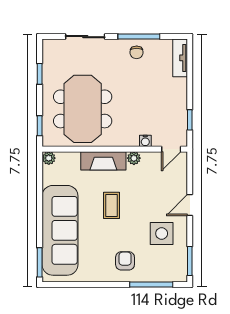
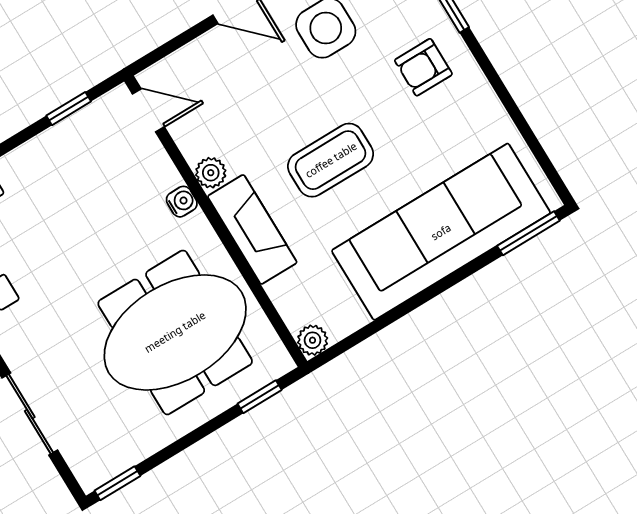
window: (40, 74) -> (117, 483), moved
water cooler: (145, 141) -> (182, 202), moved
coffee table: (111, 205) -> (331, 160), width x1.36, depth x1.30

